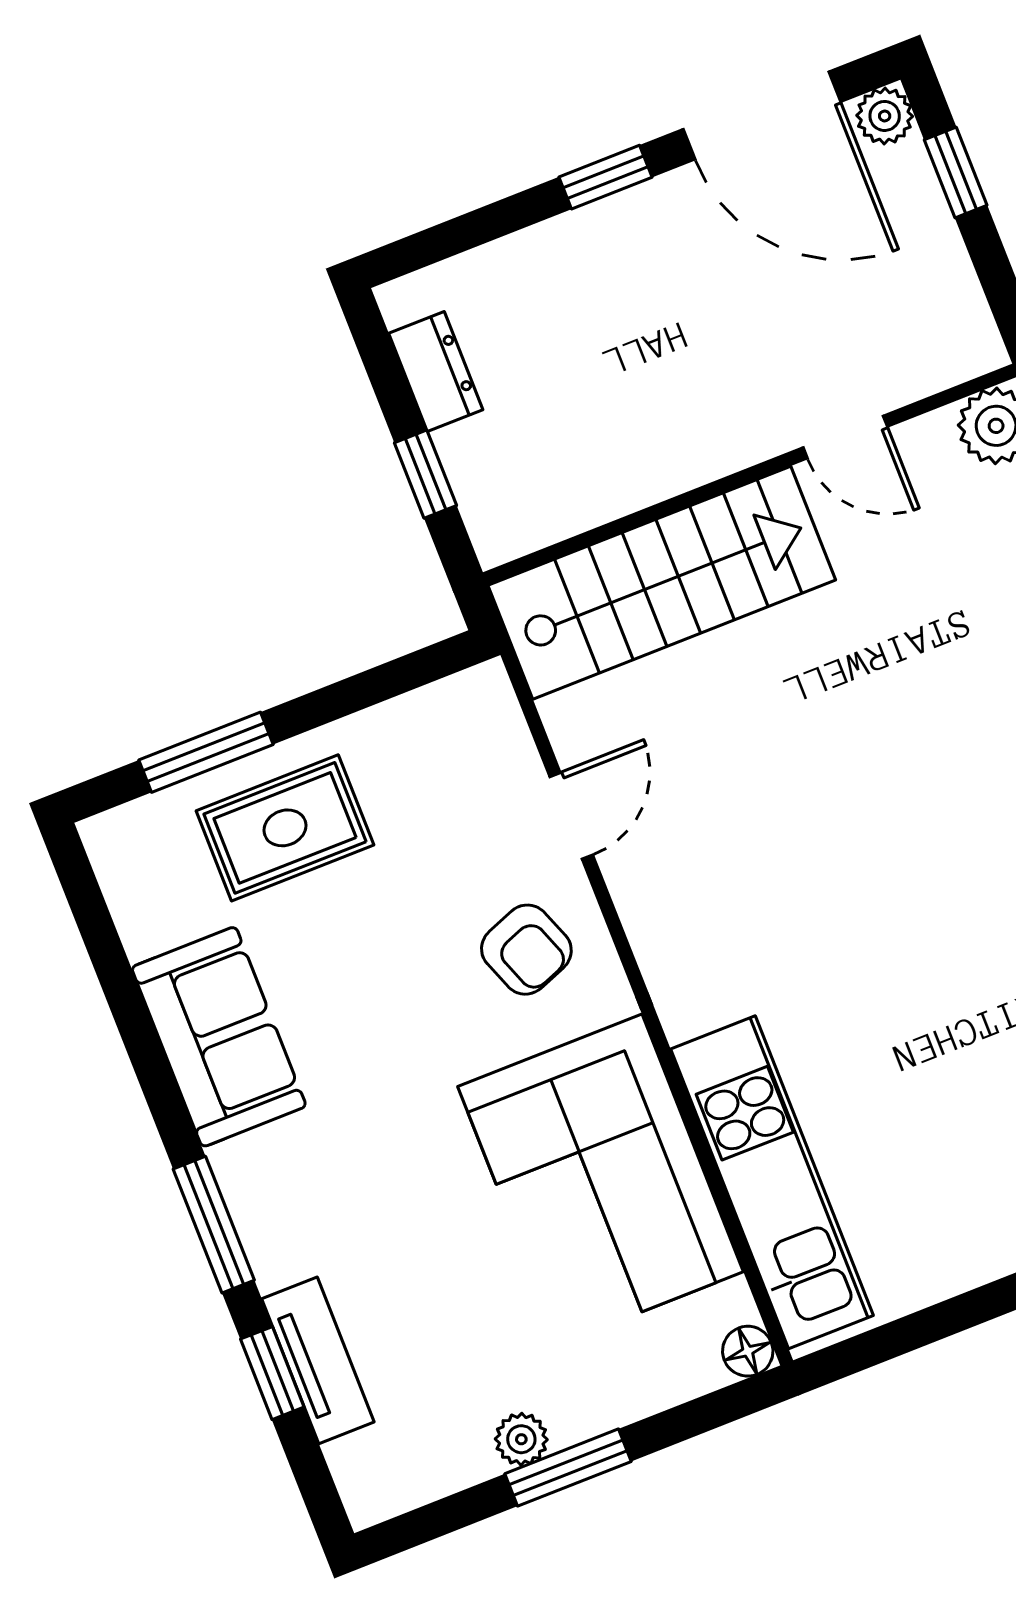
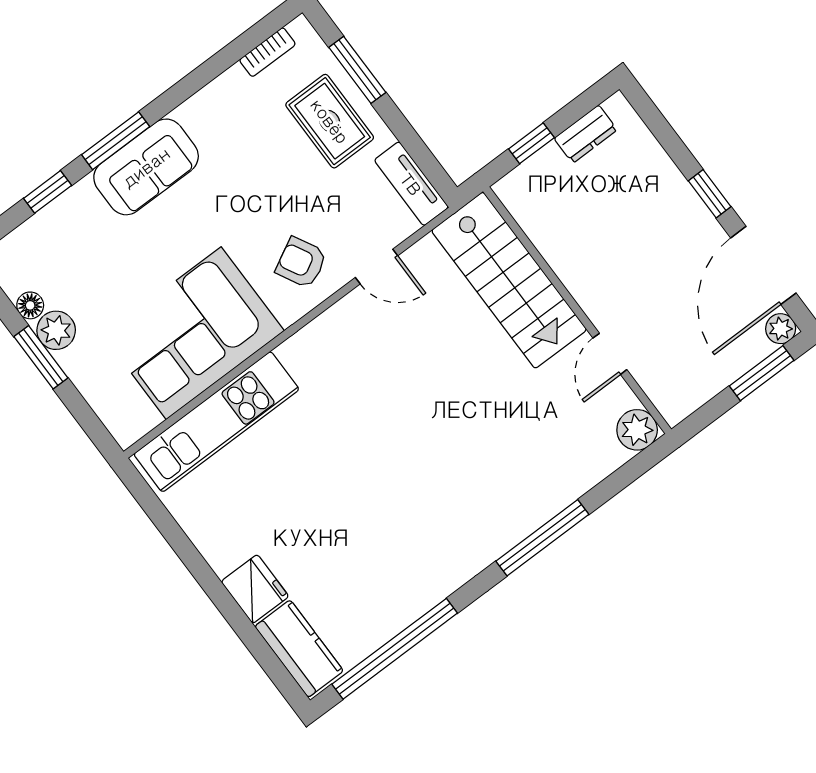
window: (956, 172) -> (762, 373), width x1.50
bookcase: (129, 906) -> (267, 52), added
armchair: (526, 950) -> (301, 263), turned 83
sofa: (219, 1037) -> (146, 167), moved
floor lamp: (748, 1351) -> (30, 305), moved
tv unit: (318, 1360) -> (411, 184), moved, turned 90
plant: (521, 1439) -> (56, 330), width x1.38, depth x1.38

